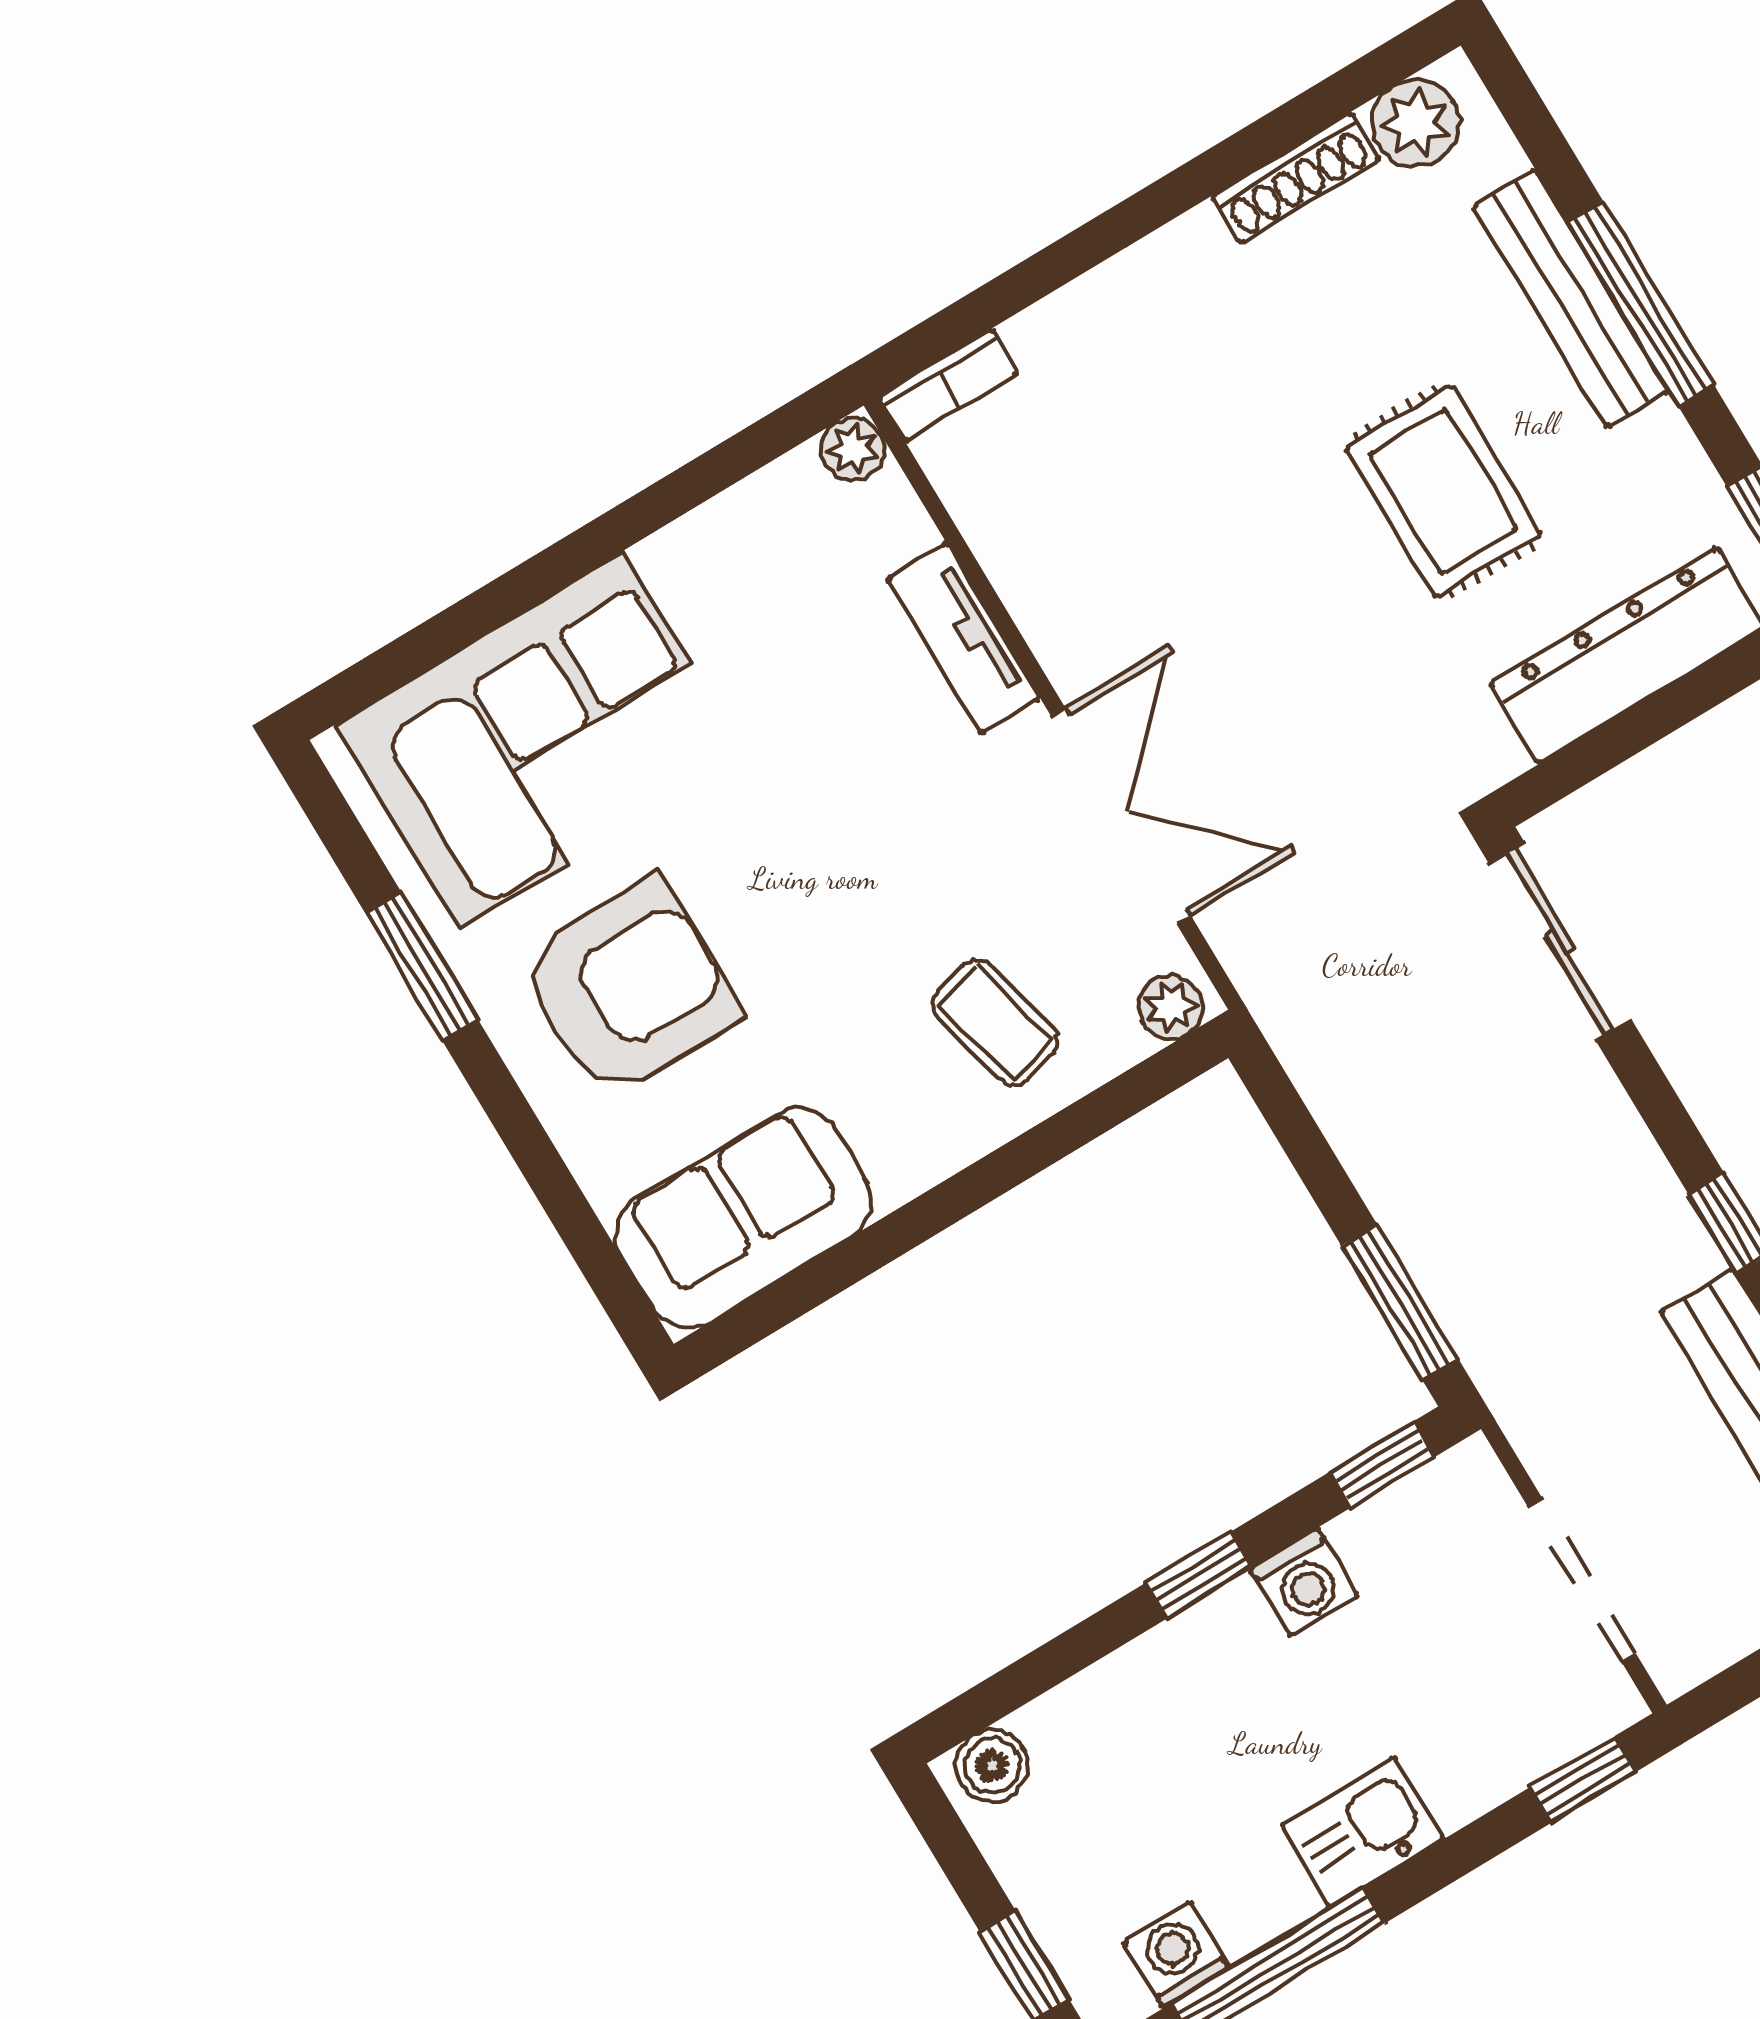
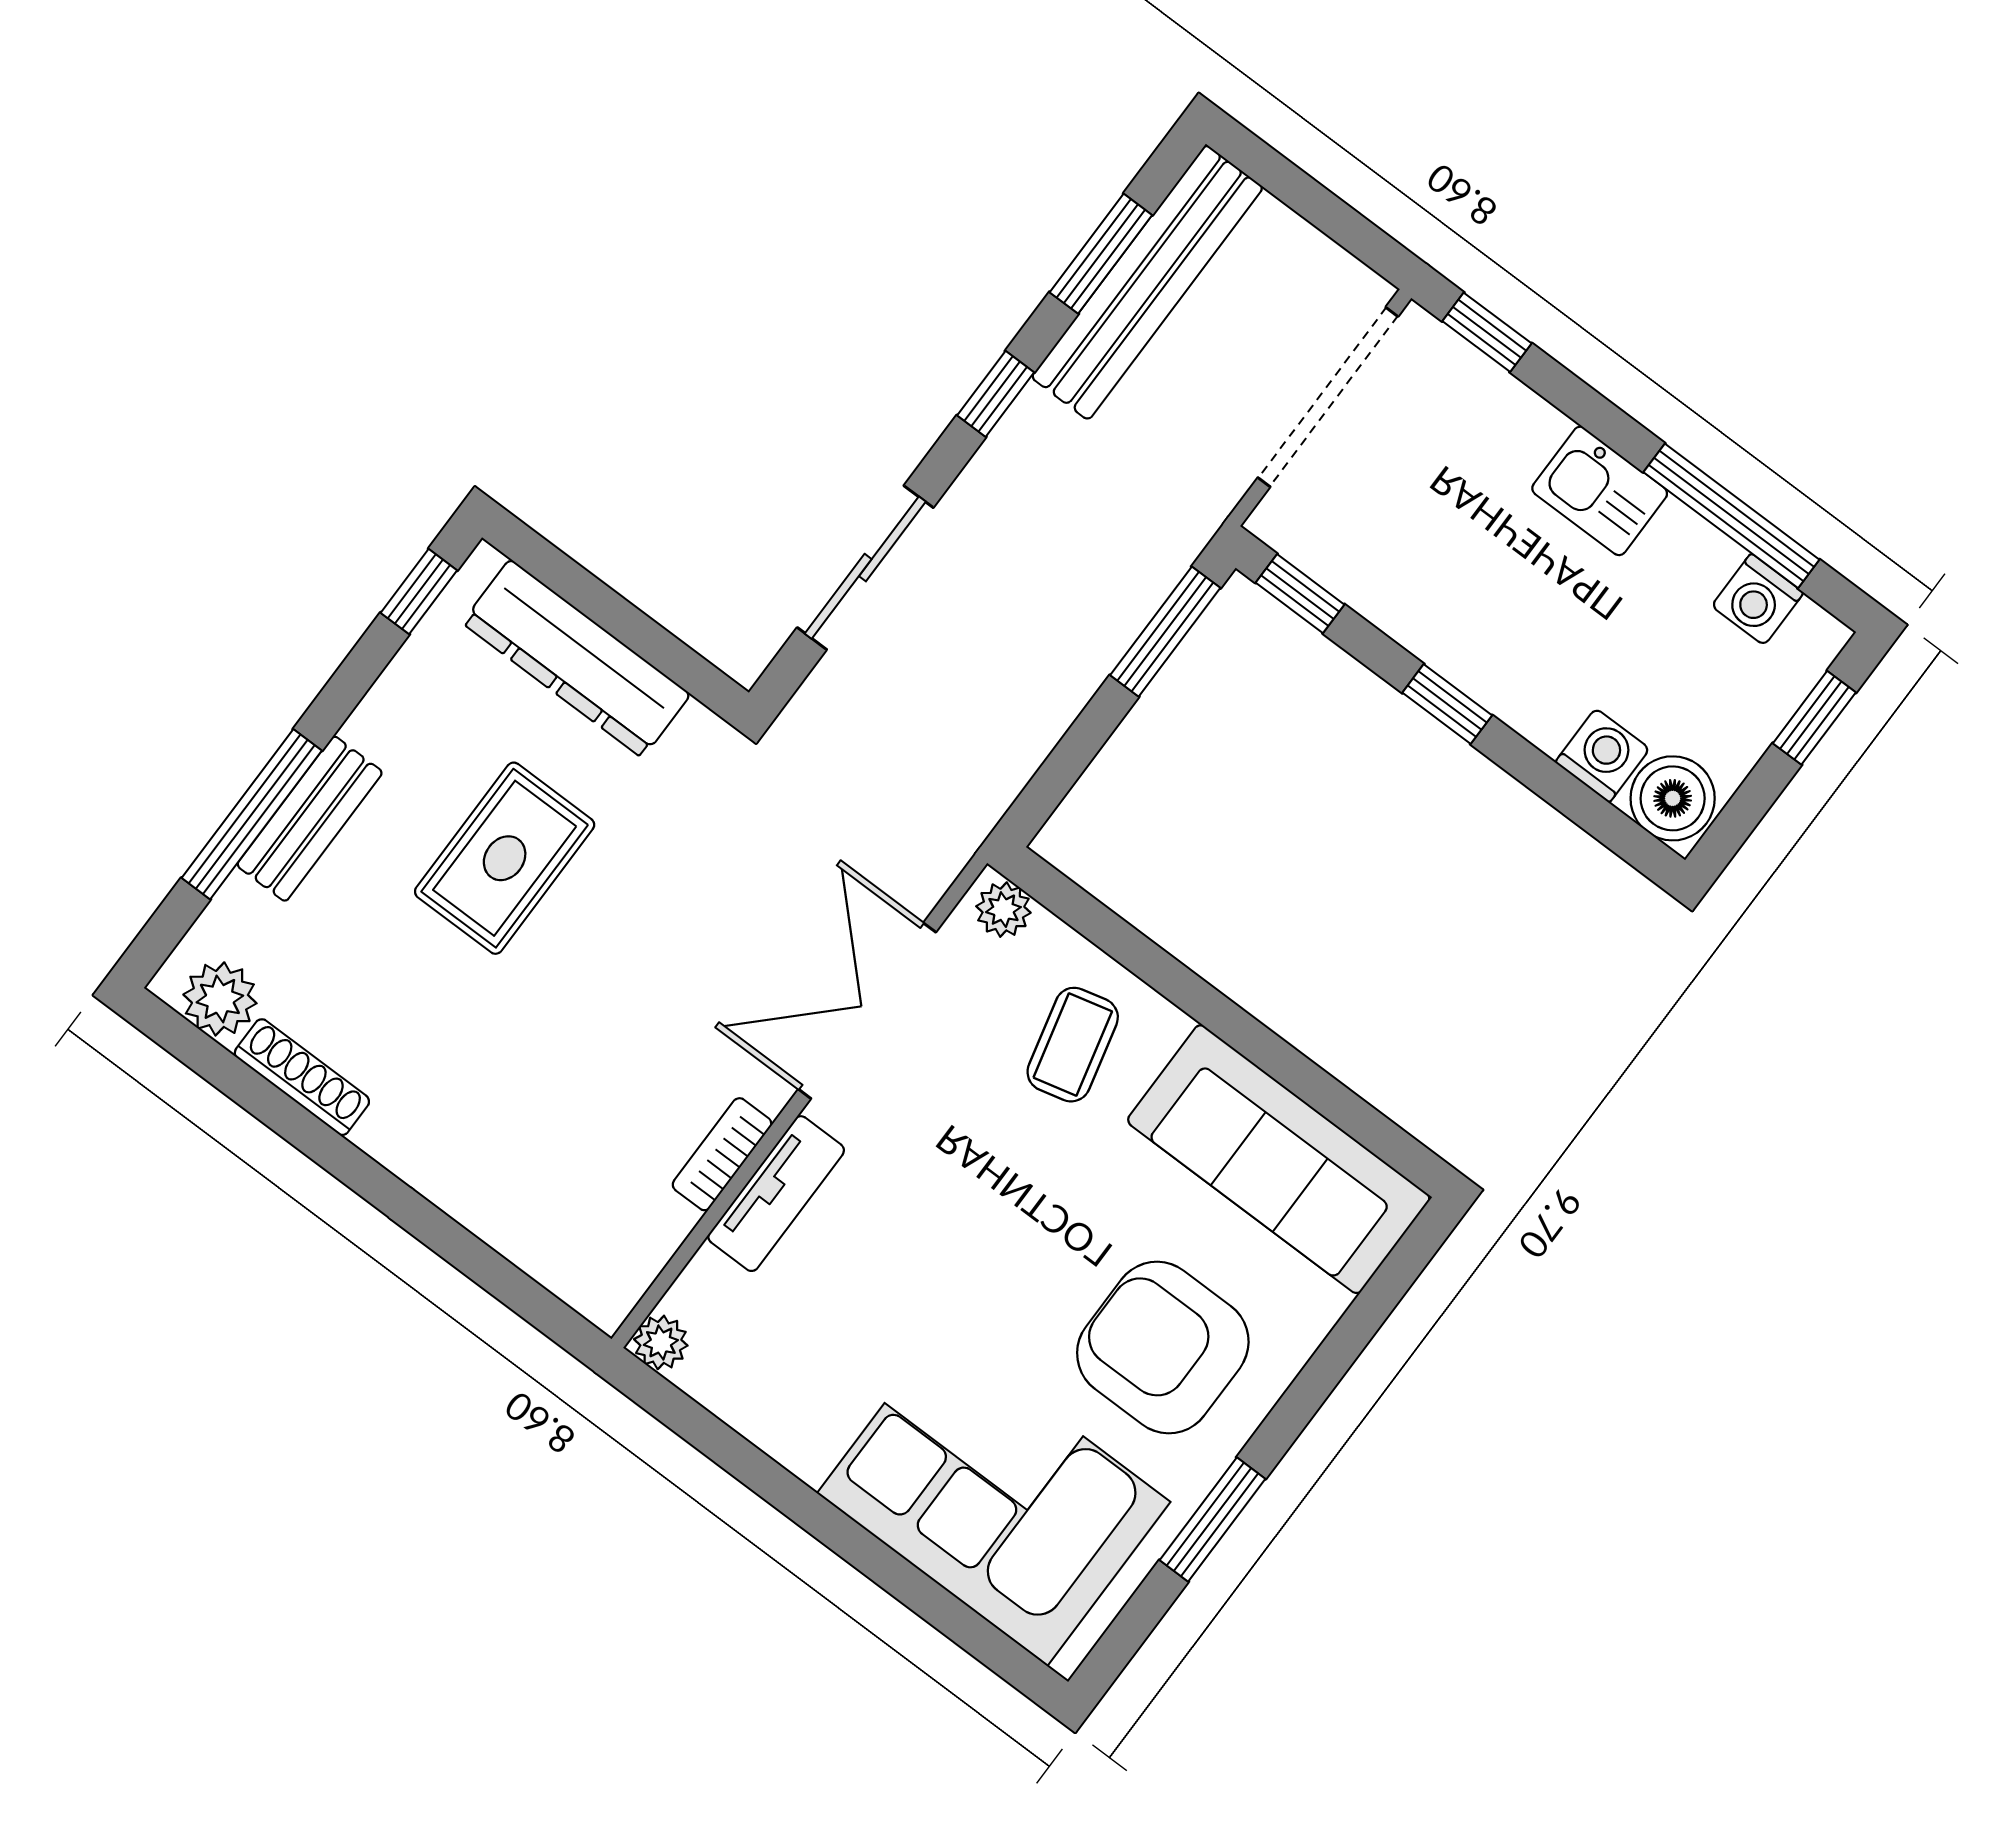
bench: (1571, 298) -> (310, 819), width x0.73
window: (1641, 304) -> (252, 814), moved
bookcase: (948, 386) -> (722, 1154), moved, turned -90
sliding door: (1560, 941) -> (865, 568), moved
sofa: (743, 1218) -> (1279, 1159), width x1.36
doorway: (1582, 1580) -> (1328, 397), width x1.36
washing machine: (1304, 1582) -> (1602, 756), moved
boiler: (992, 1766) -> (1673, 798), width x1.36, depth x1.36

